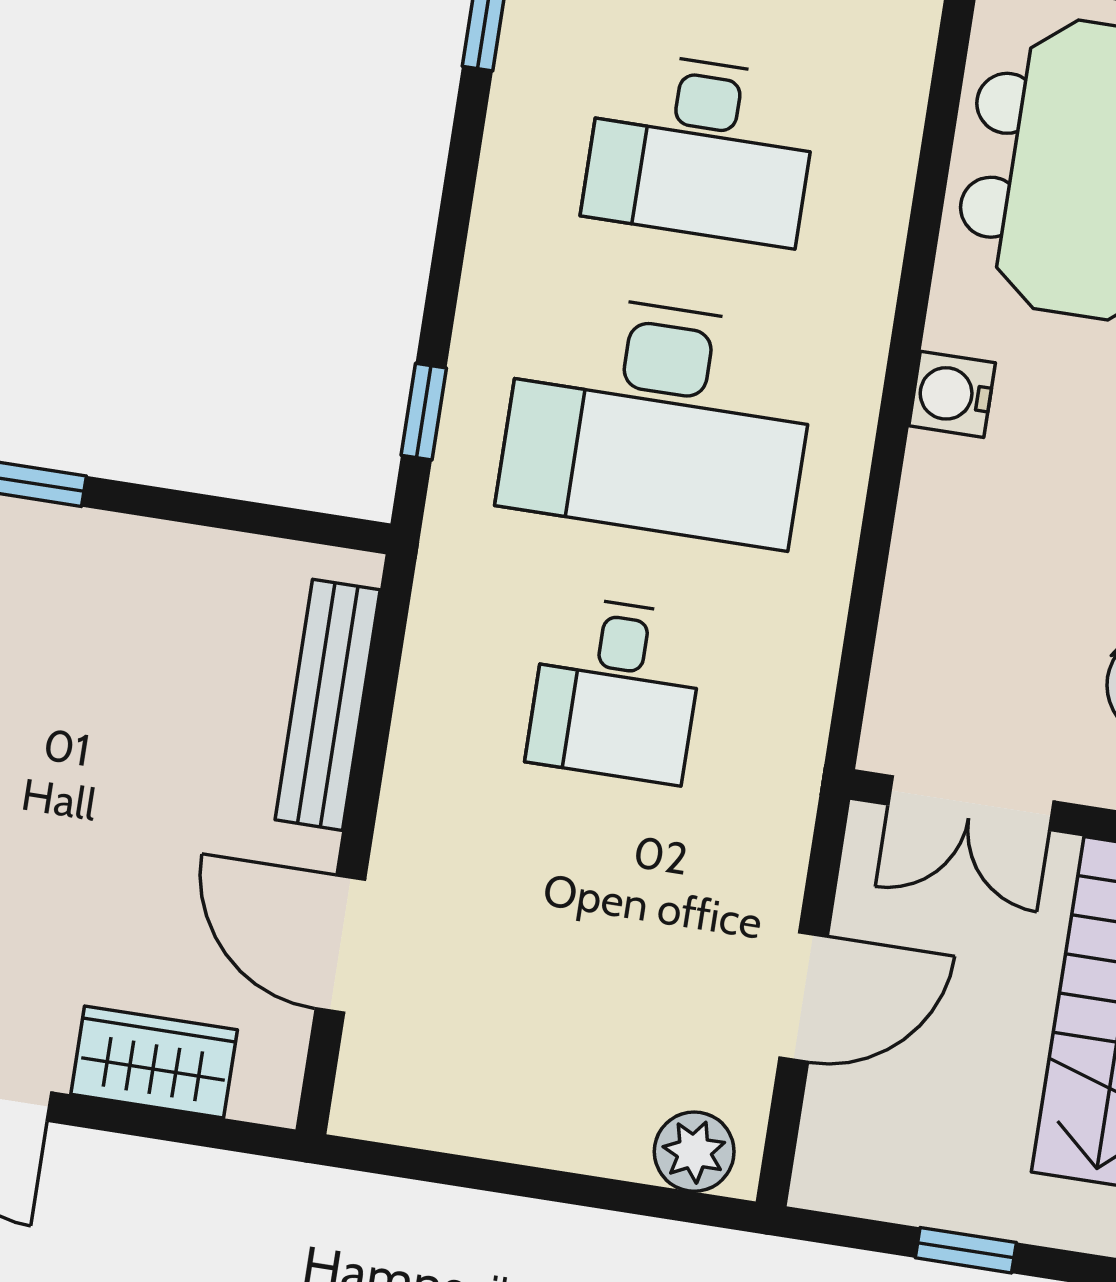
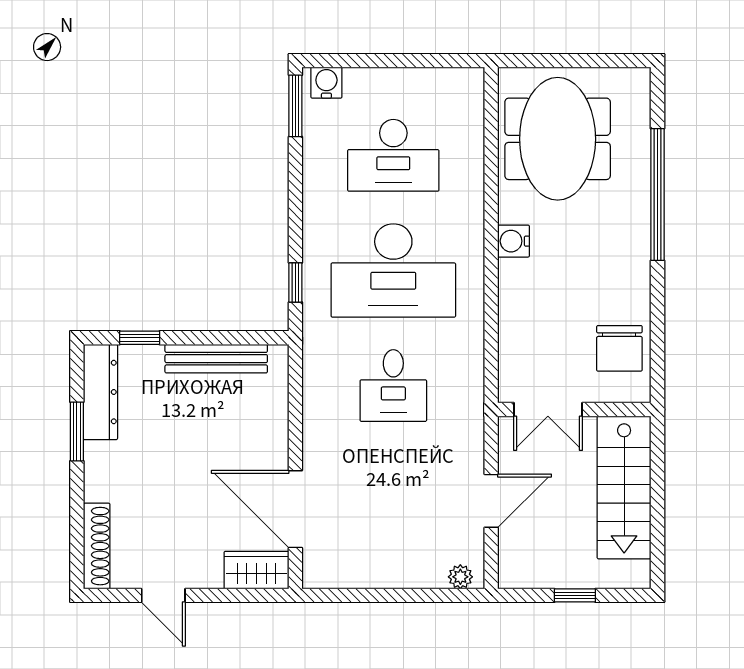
bench: (328, 705) -> (216, 359), moved, turned 90
door: (340, 944) -> (295, 509), width x1.36
wardrobe: (154, 1062) -> (256, 570), moved
plant: (694, 1152) -> (460, 577), width x0.73, depth x0.73

